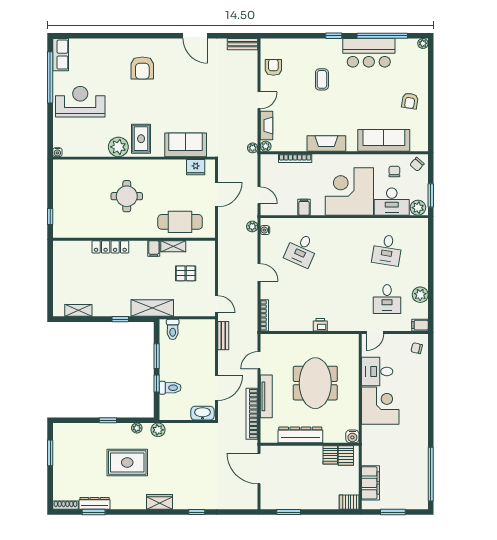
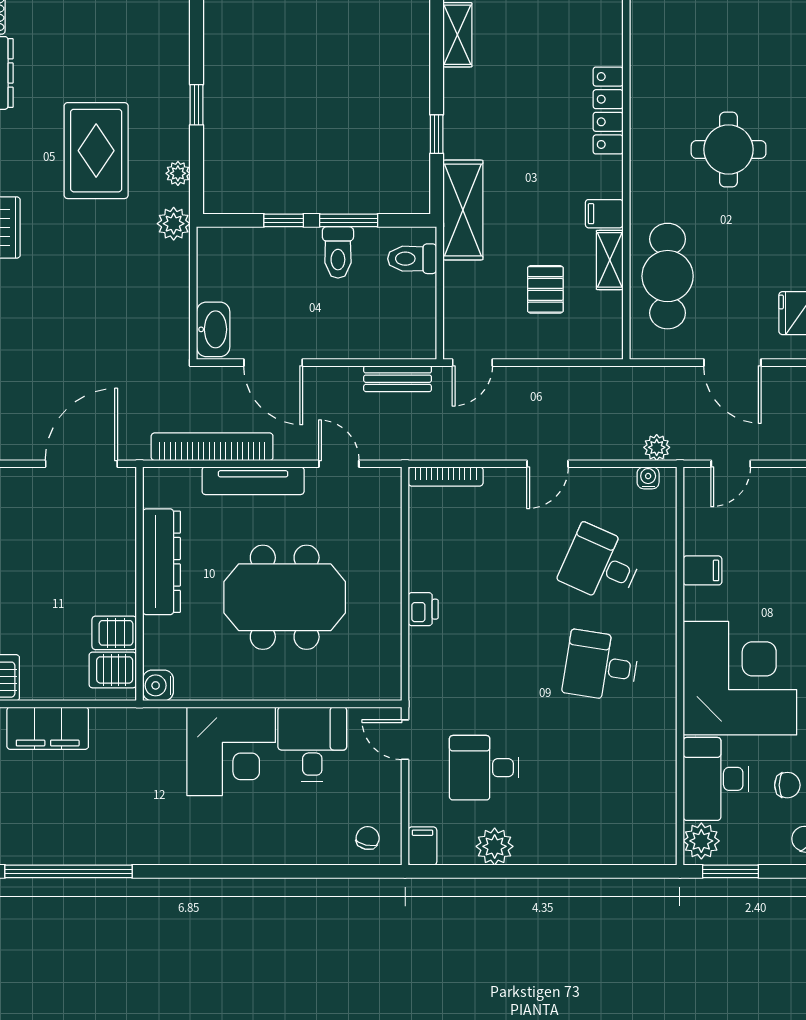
desk: (387, 250) -> (601, 666), moved
toilet: (170, 388) -> (338, 252), moved

